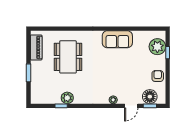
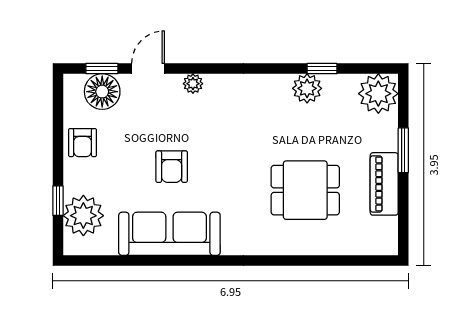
sofa: (117, 39) -> (169, 234), width x1.36
piano: (36, 47) -> (384, 184), moved
dining table: (68, 57) -> (305, 190), width x0.73
armchair: (122, 66) -> (172, 167), added
plant: (39, 96) -> (378, 94), added

